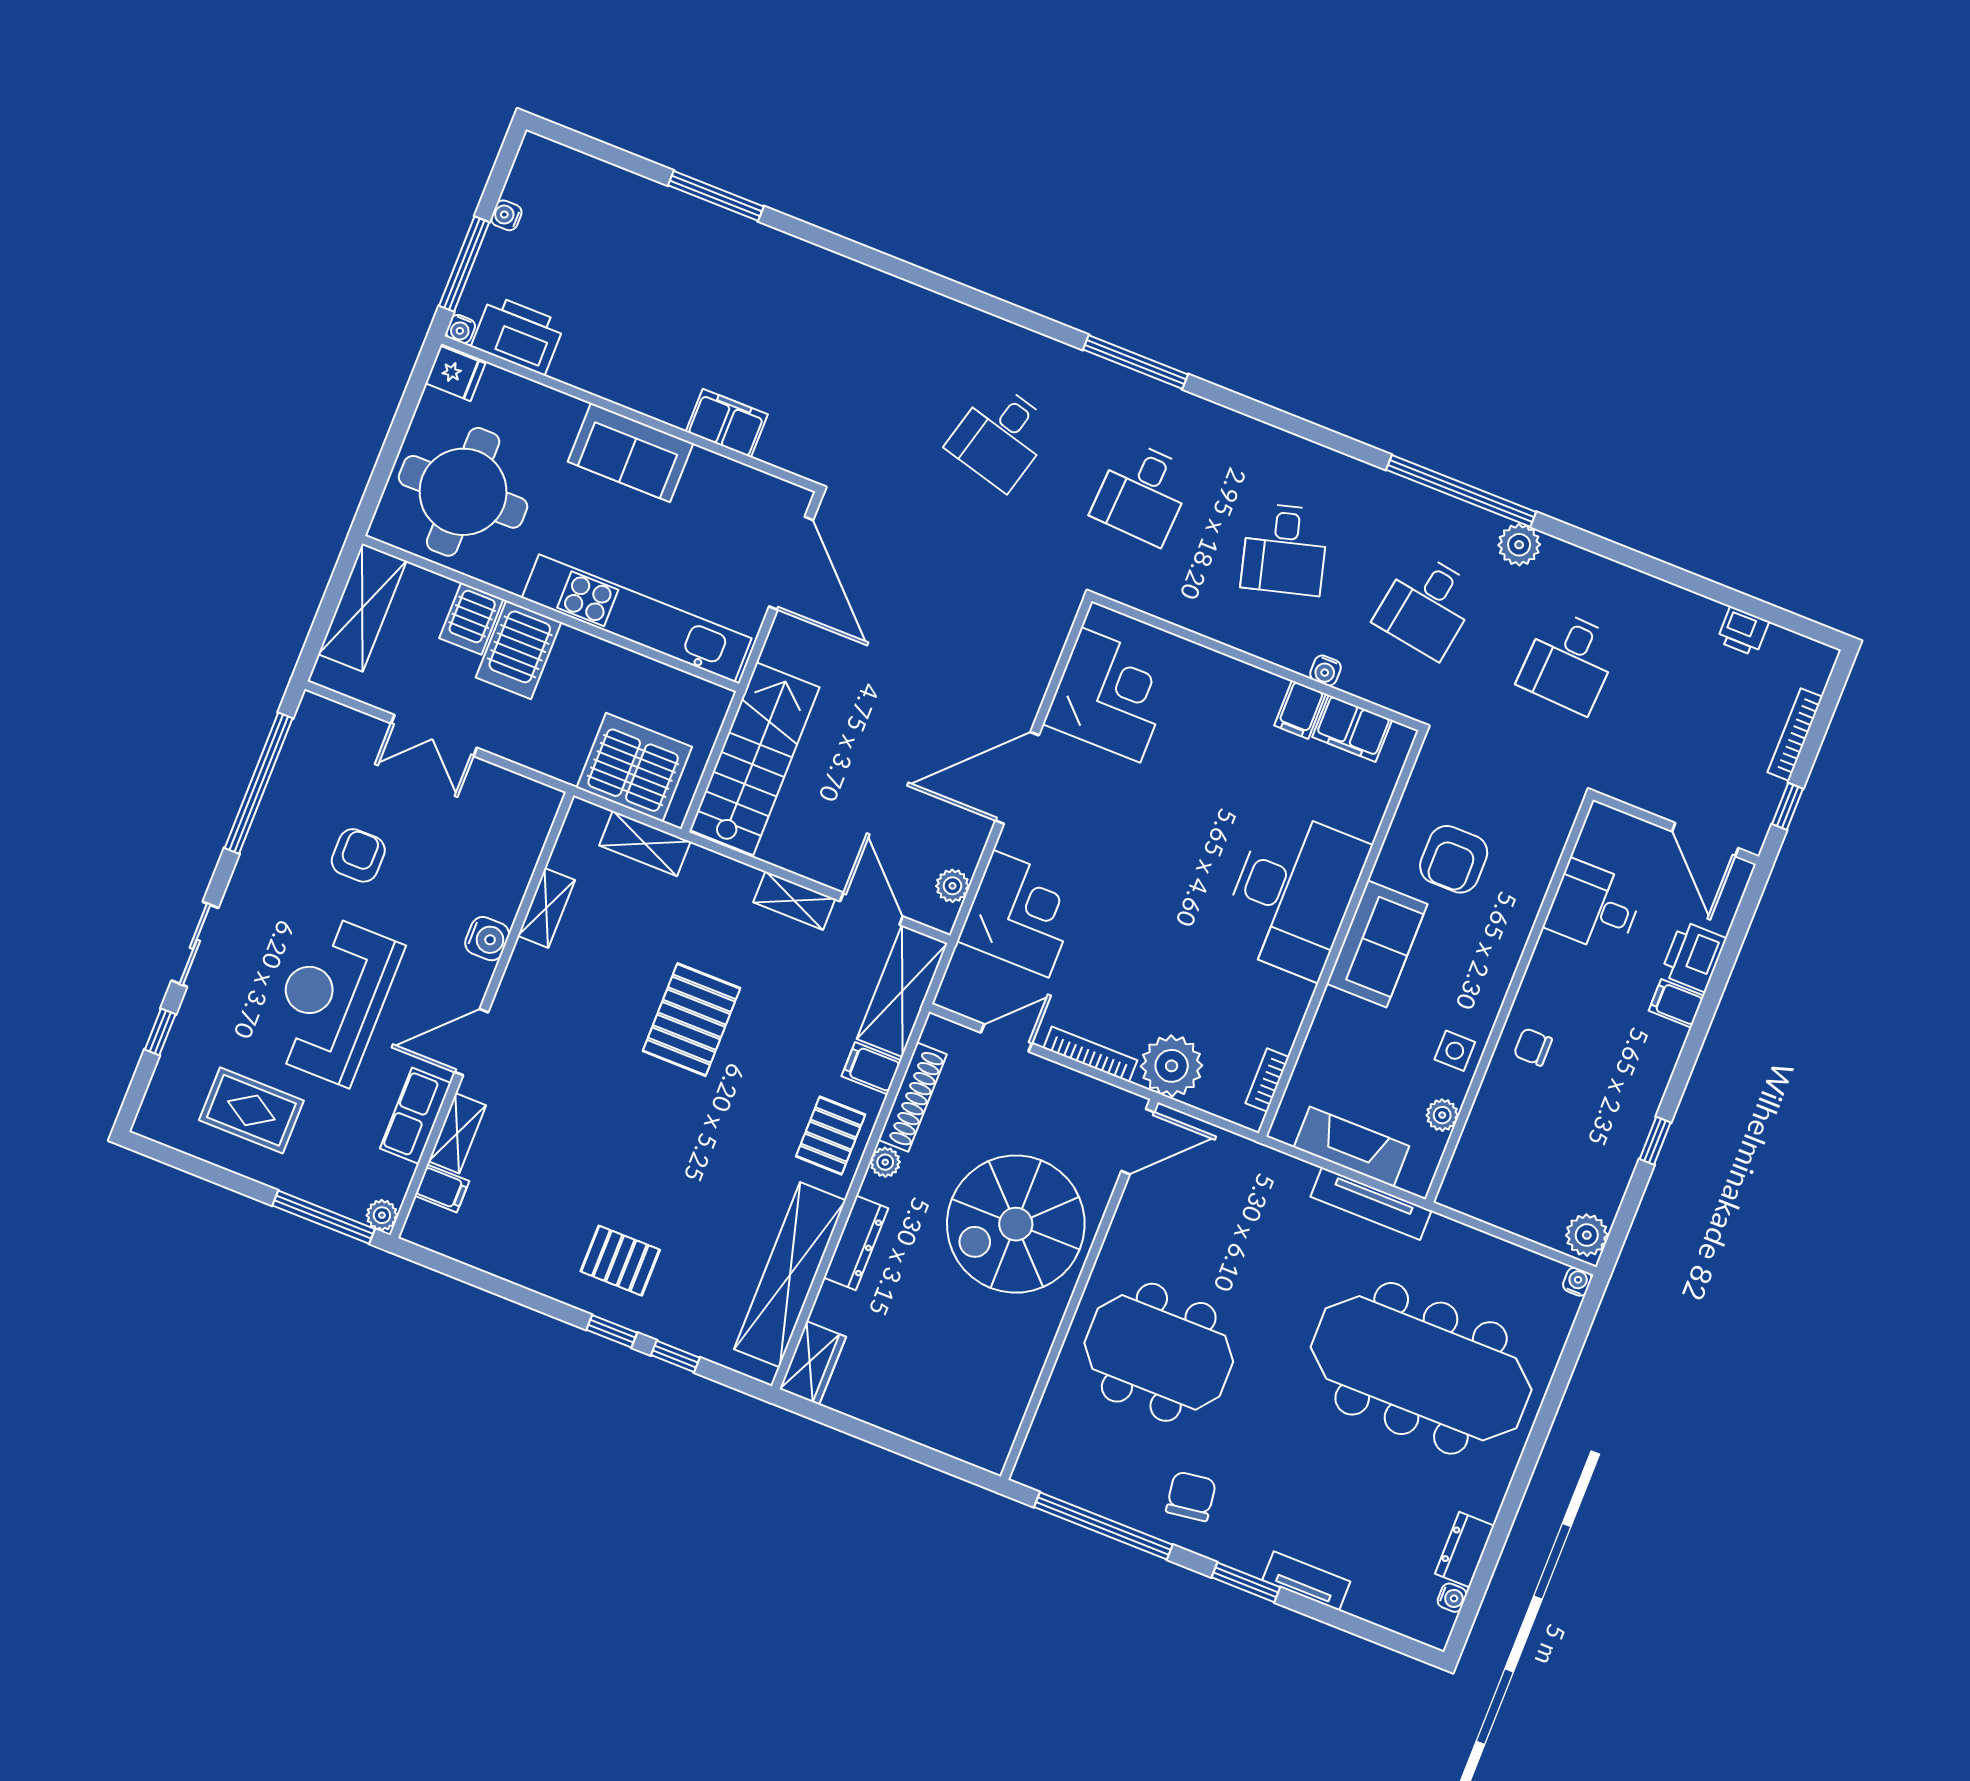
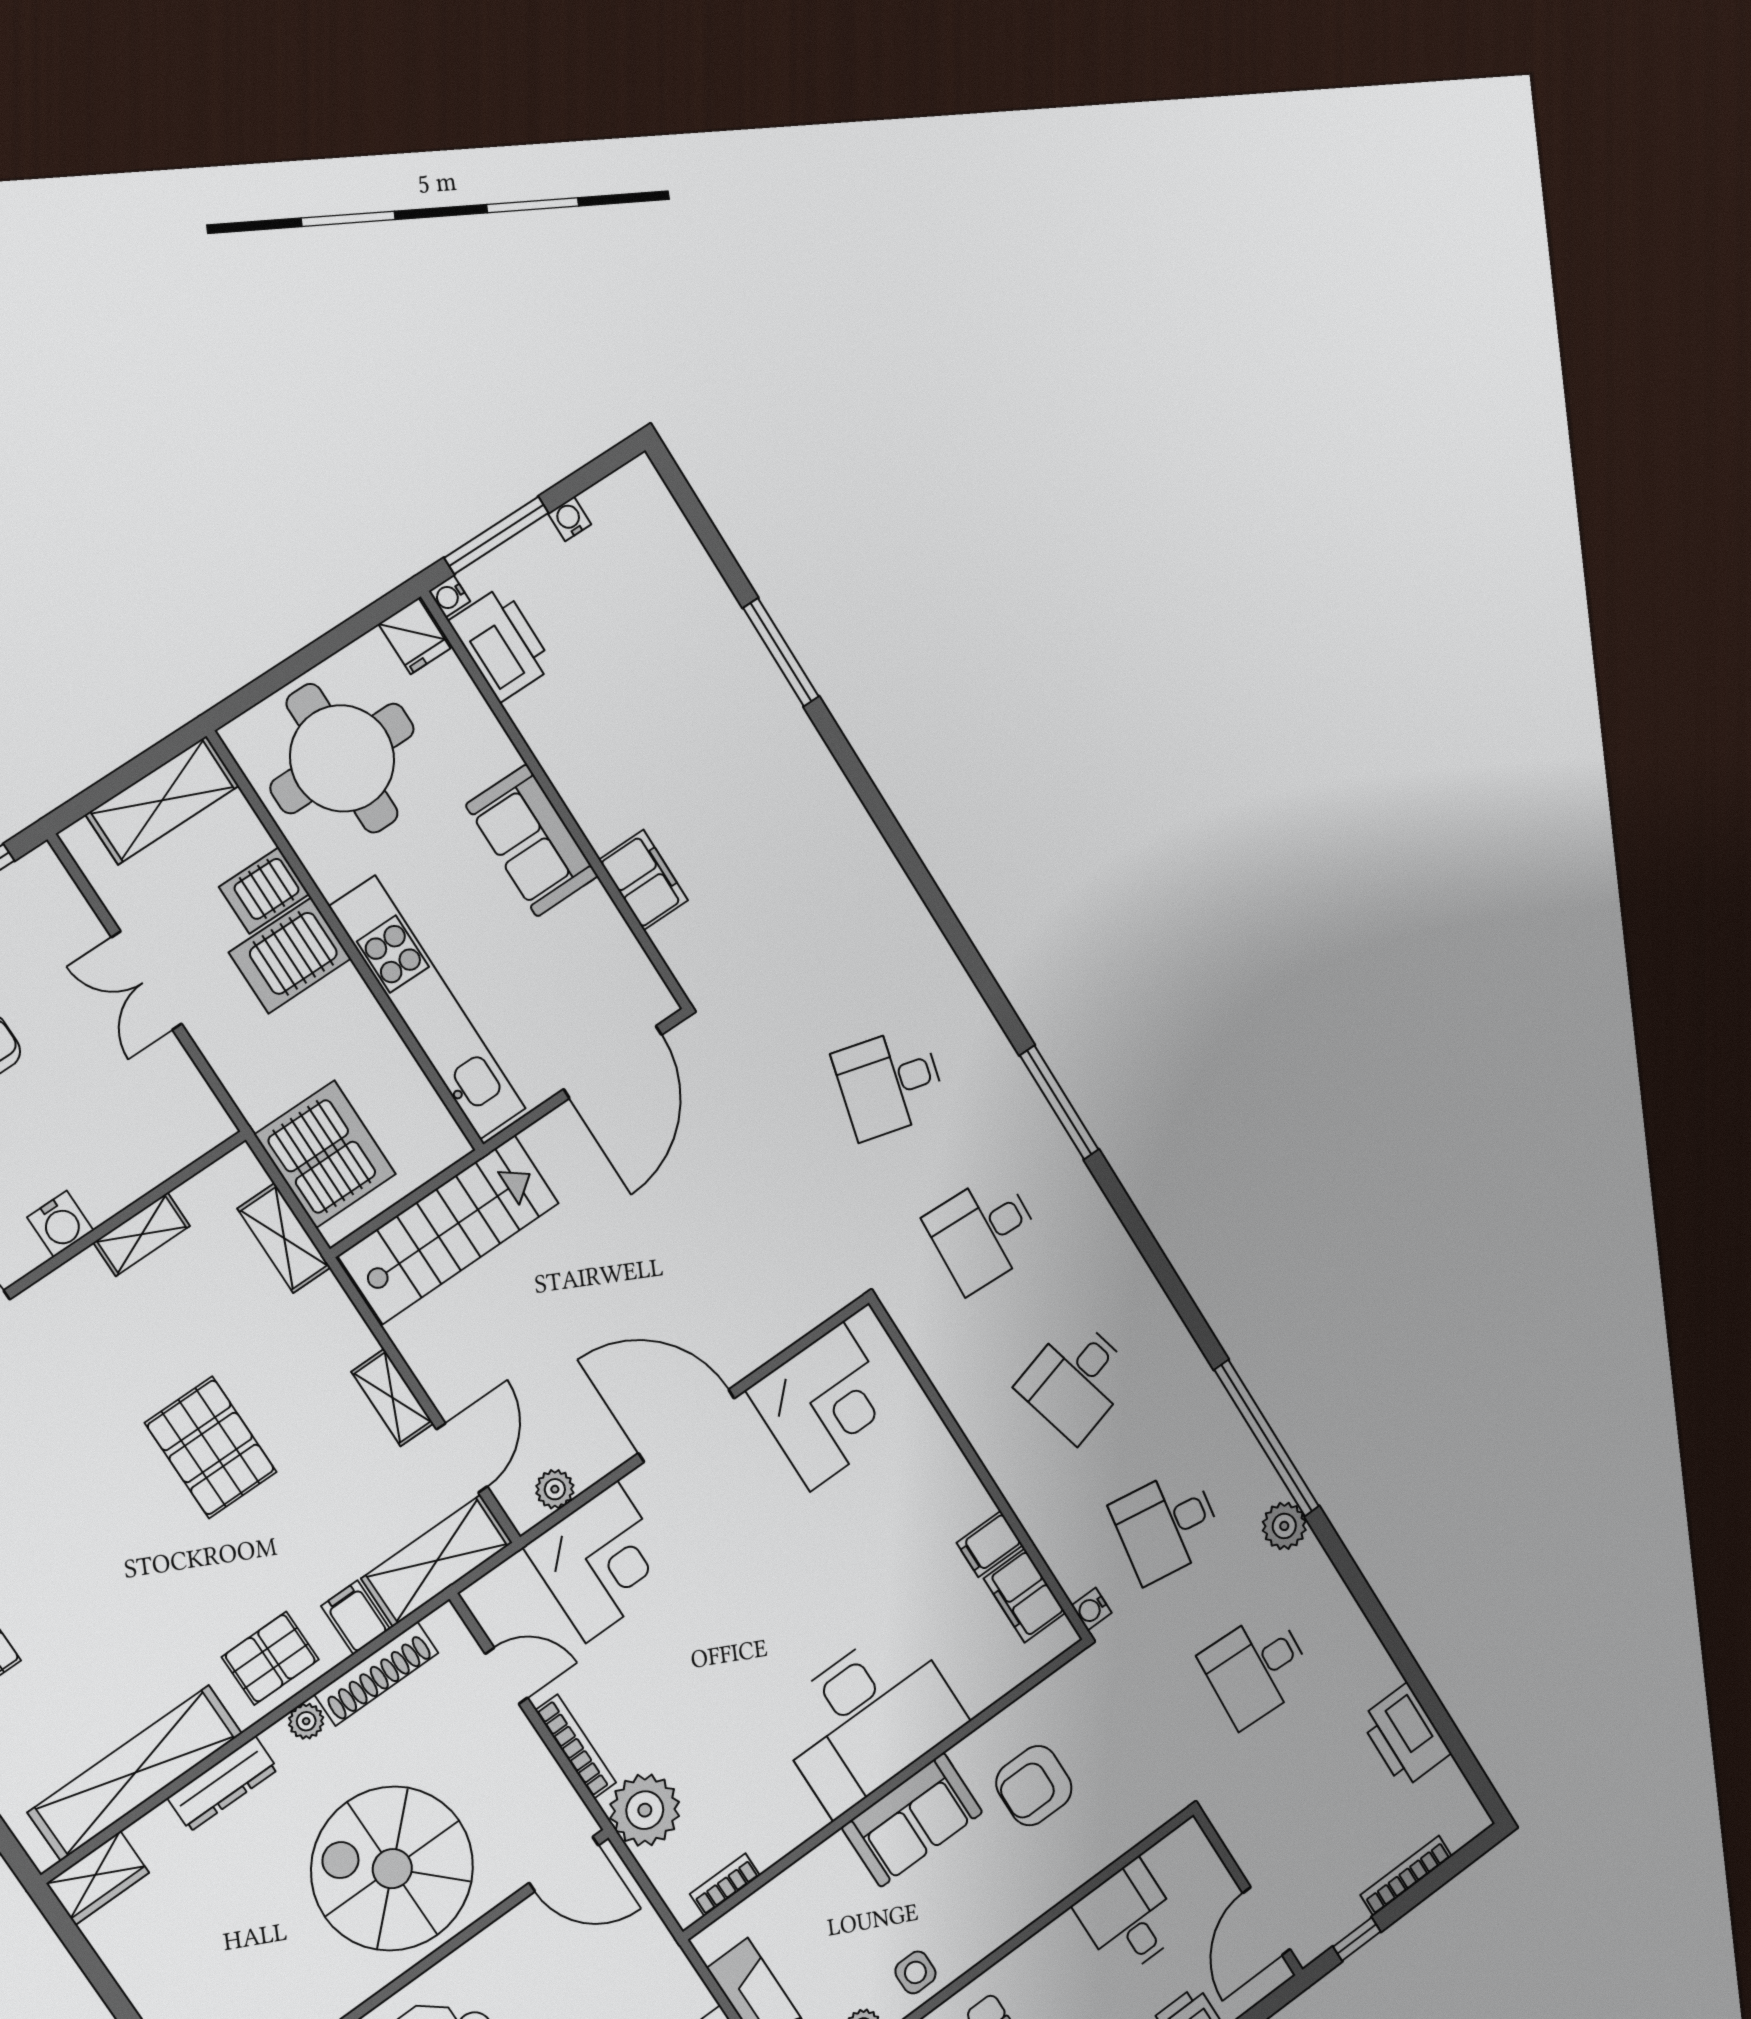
printer: (1743, 631) -> (1405, 1736), width x1.87, depth x1.48
water cooler: (1326, 671) -> (1092, 1609), moved
pallet: (691, 1020) -> (211, 1447), turned 90

